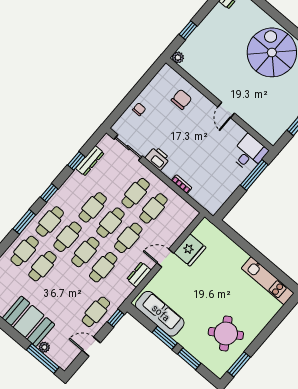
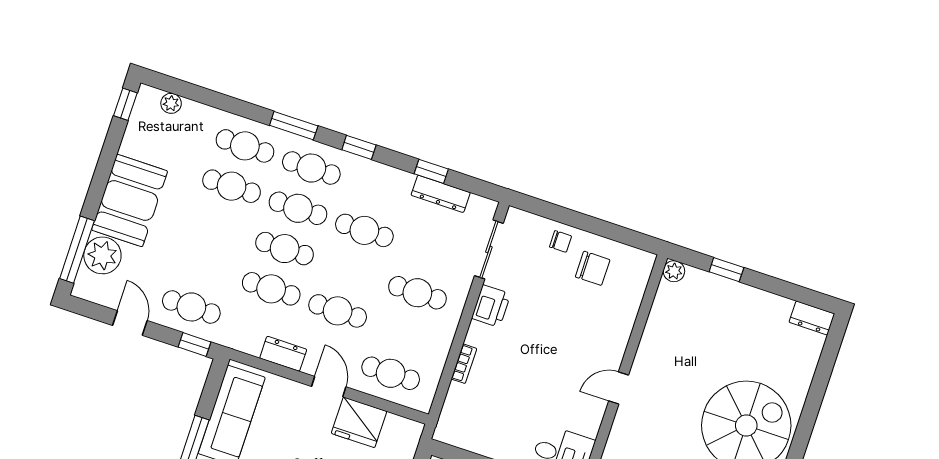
chair: (181, 99) -> (593, 268), moved
cafe table: (153, 208) -> (391, 373), moved
cafe table: (110, 223) -> (351, 271), removed
plant: (44, 347) -> (102, 255), width x1.88, depth x1.88

